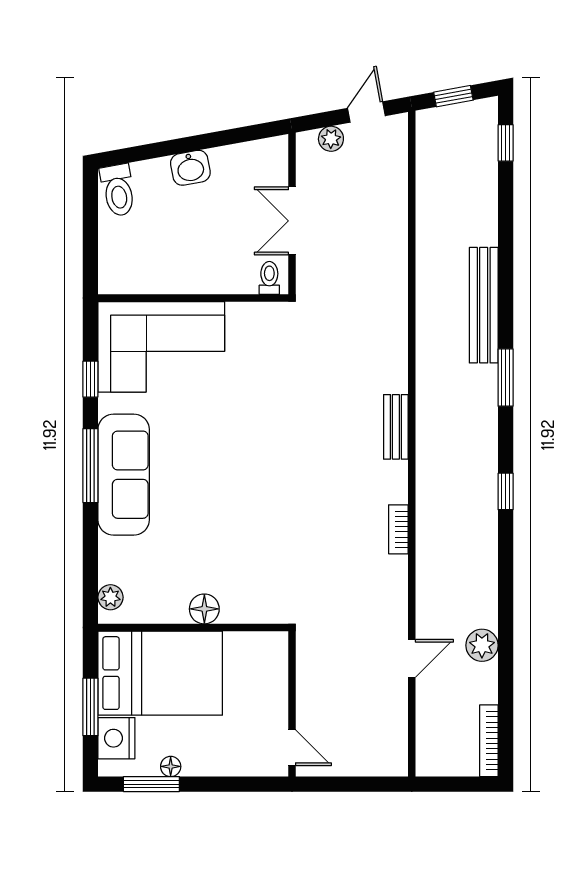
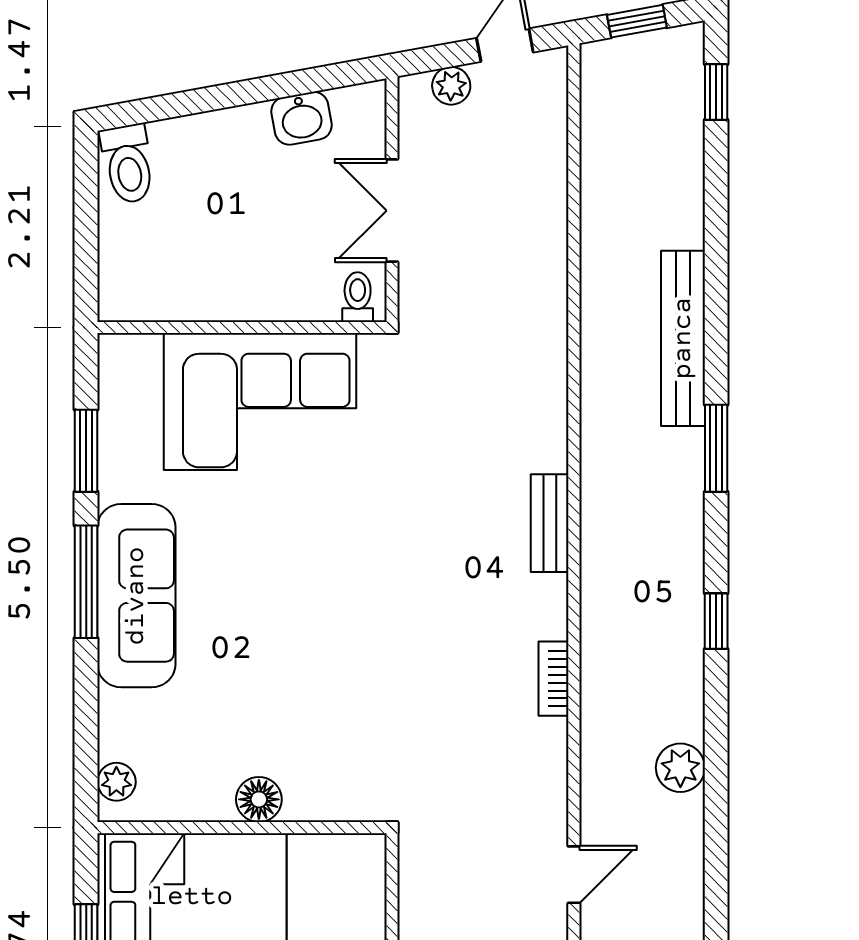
washbasin: (190, 168) -> (302, 118), moved
corner sofa: (161, 347) -> (260, 402), moved
window: (90, 379) -> (86, 451), width x1.50
plant: (482, 645) -> (680, 768), moved

